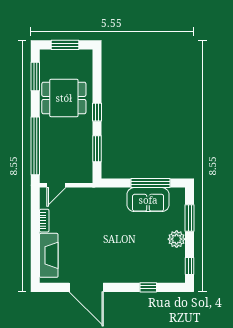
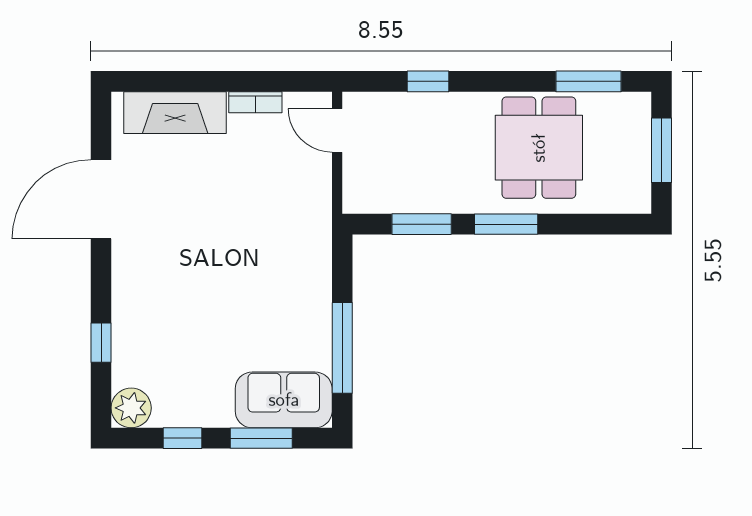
window: (97, 112) -> (506, 224), width x1.50
window: (35, 146) -> (428, 81), width x0.32
sofa: (148, 200) -> (284, 400), moved, turned 90
plant: (177, 239) -> (131, 408), moved
window: (190, 266) -> (182, 438), moved

